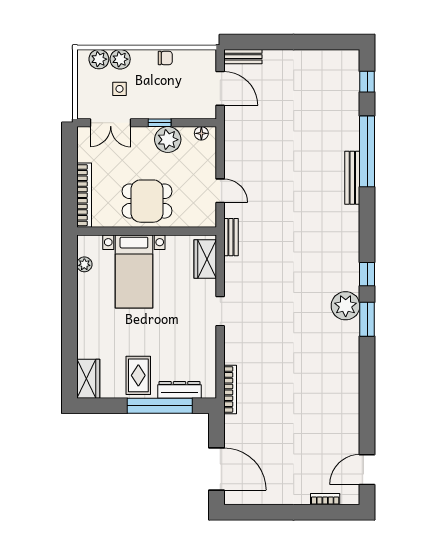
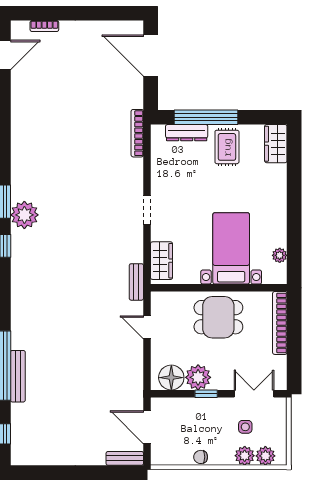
floor lamp: (201, 133) -> (171, 378), width x1.89, depth x1.89
bench: (352, 178) -> (18, 376), moved

